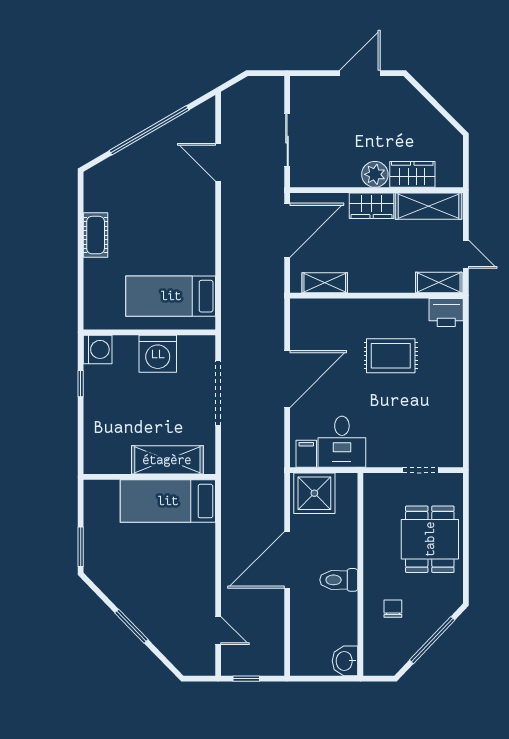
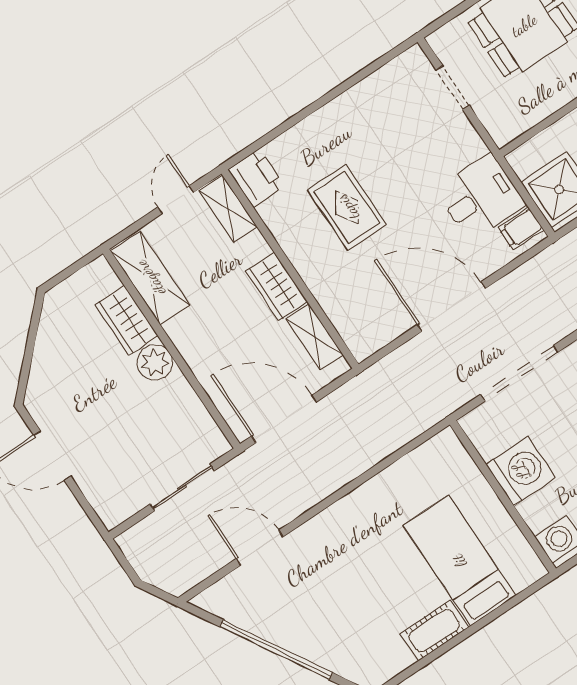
door: (218, 162) -> (260, 548), swing flipped
wardrobe: (372, 206) -> (276, 286), moved, turned 180
bed: (171, 296) -> (459, 561), moved, turned 180

